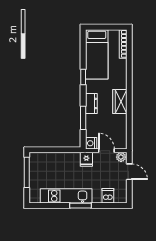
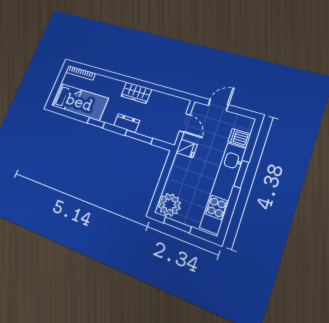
nightstand: (91, 143) -> (170, 137), removed
door: (106, 151) -> (185, 123), swing flipped
plant: (121, 157) -> (169, 205), moved, width x1.88, depth x1.88
window: (27, 172) -> (177, 225), width x0.69
kitchen unit: (66, 196) -> (223, 188), width x1.36

